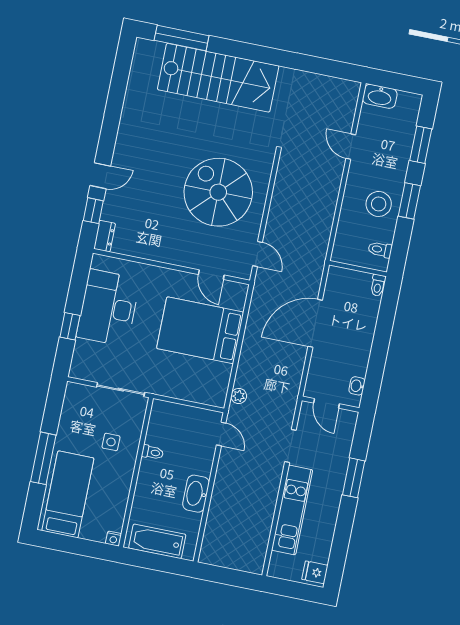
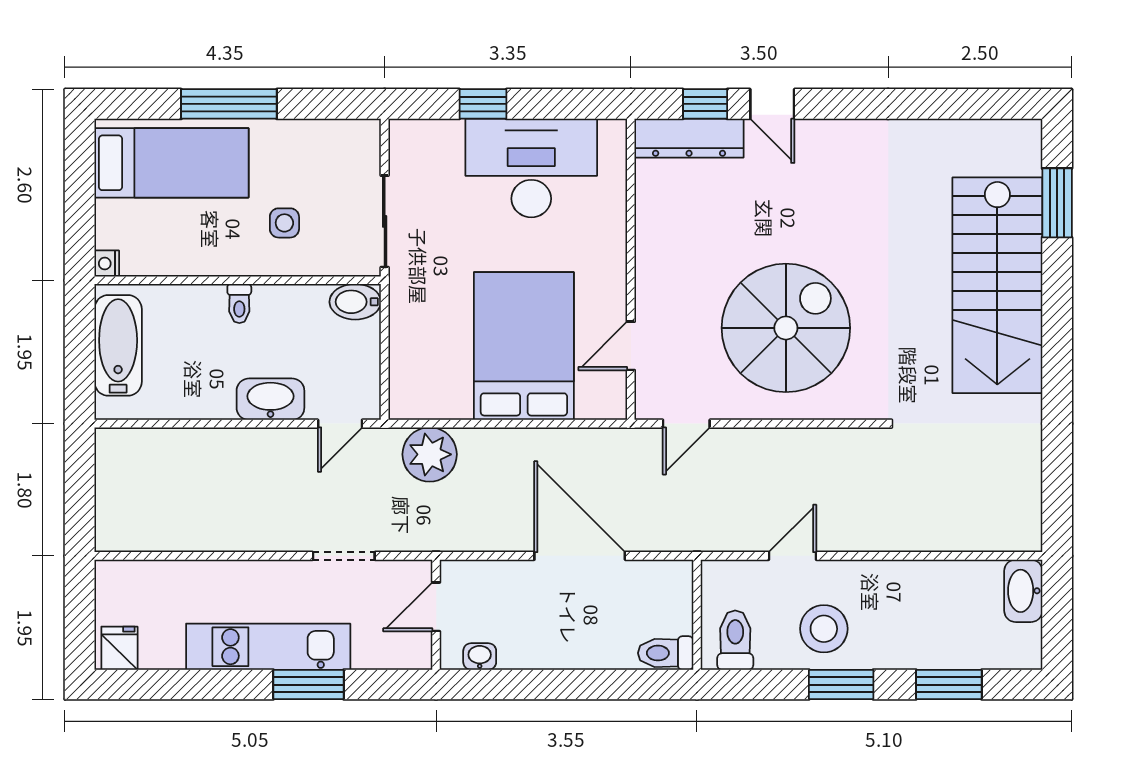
window: (182, 38) -> (1057, 203), width x0.69
door: (351, 147) -> (793, 556), moved
dresser: (105, 236) -> (689, 138), width x1.96, depth x1.24
toilet: (380, 250) -> (735, 640), width x1.37, depth x1.39
toilet: (378, 285) -> (666, 653), width x1.37, depth x1.39
plant: (239, 396) -> (430, 454), width x1.88, depth x1.88
bidet: (159, 413) -> (355, 302), added
toilet: (153, 452) -> (239, 304), moved
washbasin: (196, 494) -> (270, 399), moved
kitchen unit: (292, 510) -> (268, 647), moved, turned 180

